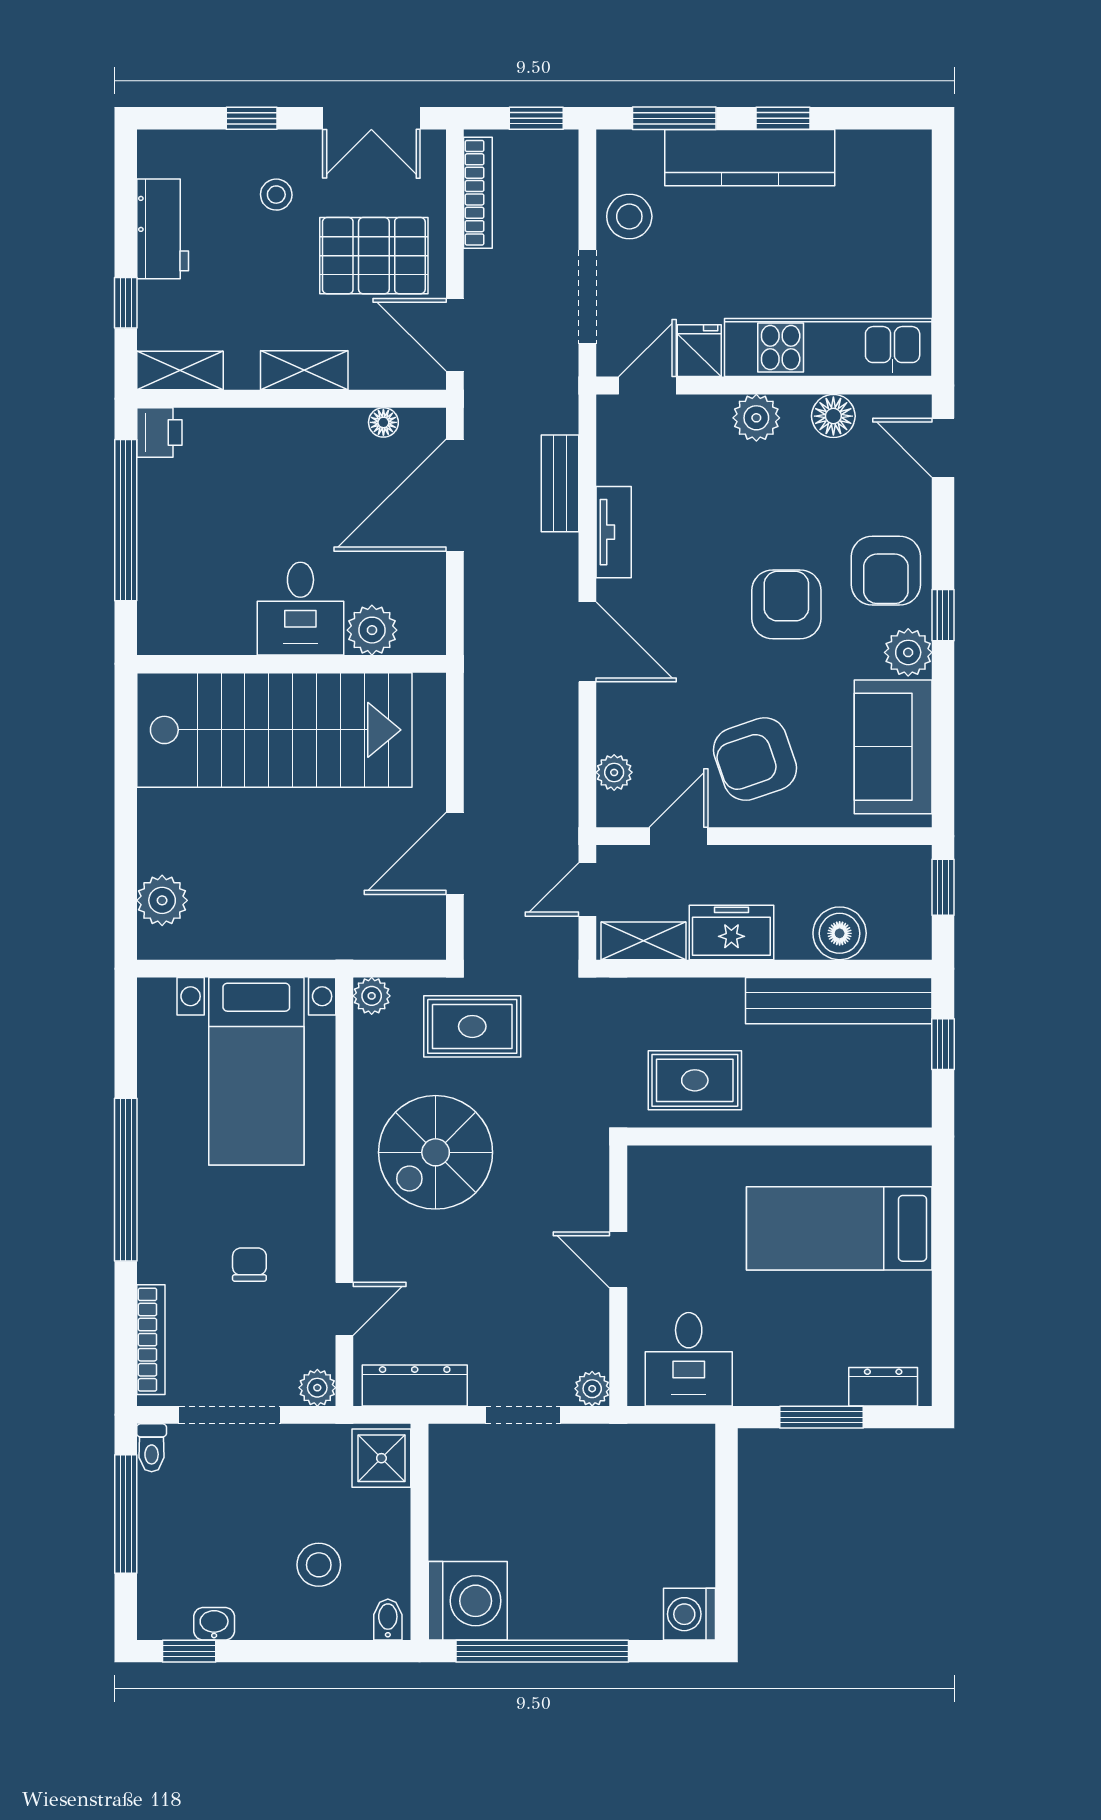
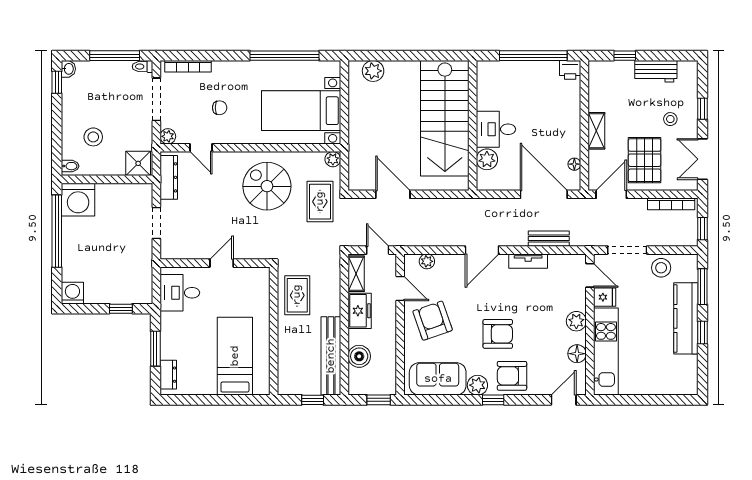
shelving: (180, 371) -> (596, 78), removed
window: (126, 1180) -> (284, 56), moved
plant: (592, 1389) -> (167, 252), removed
window: (727, 1499) -> (121, 309), added
washbasin: (214, 1624) -> (68, 69), moved

